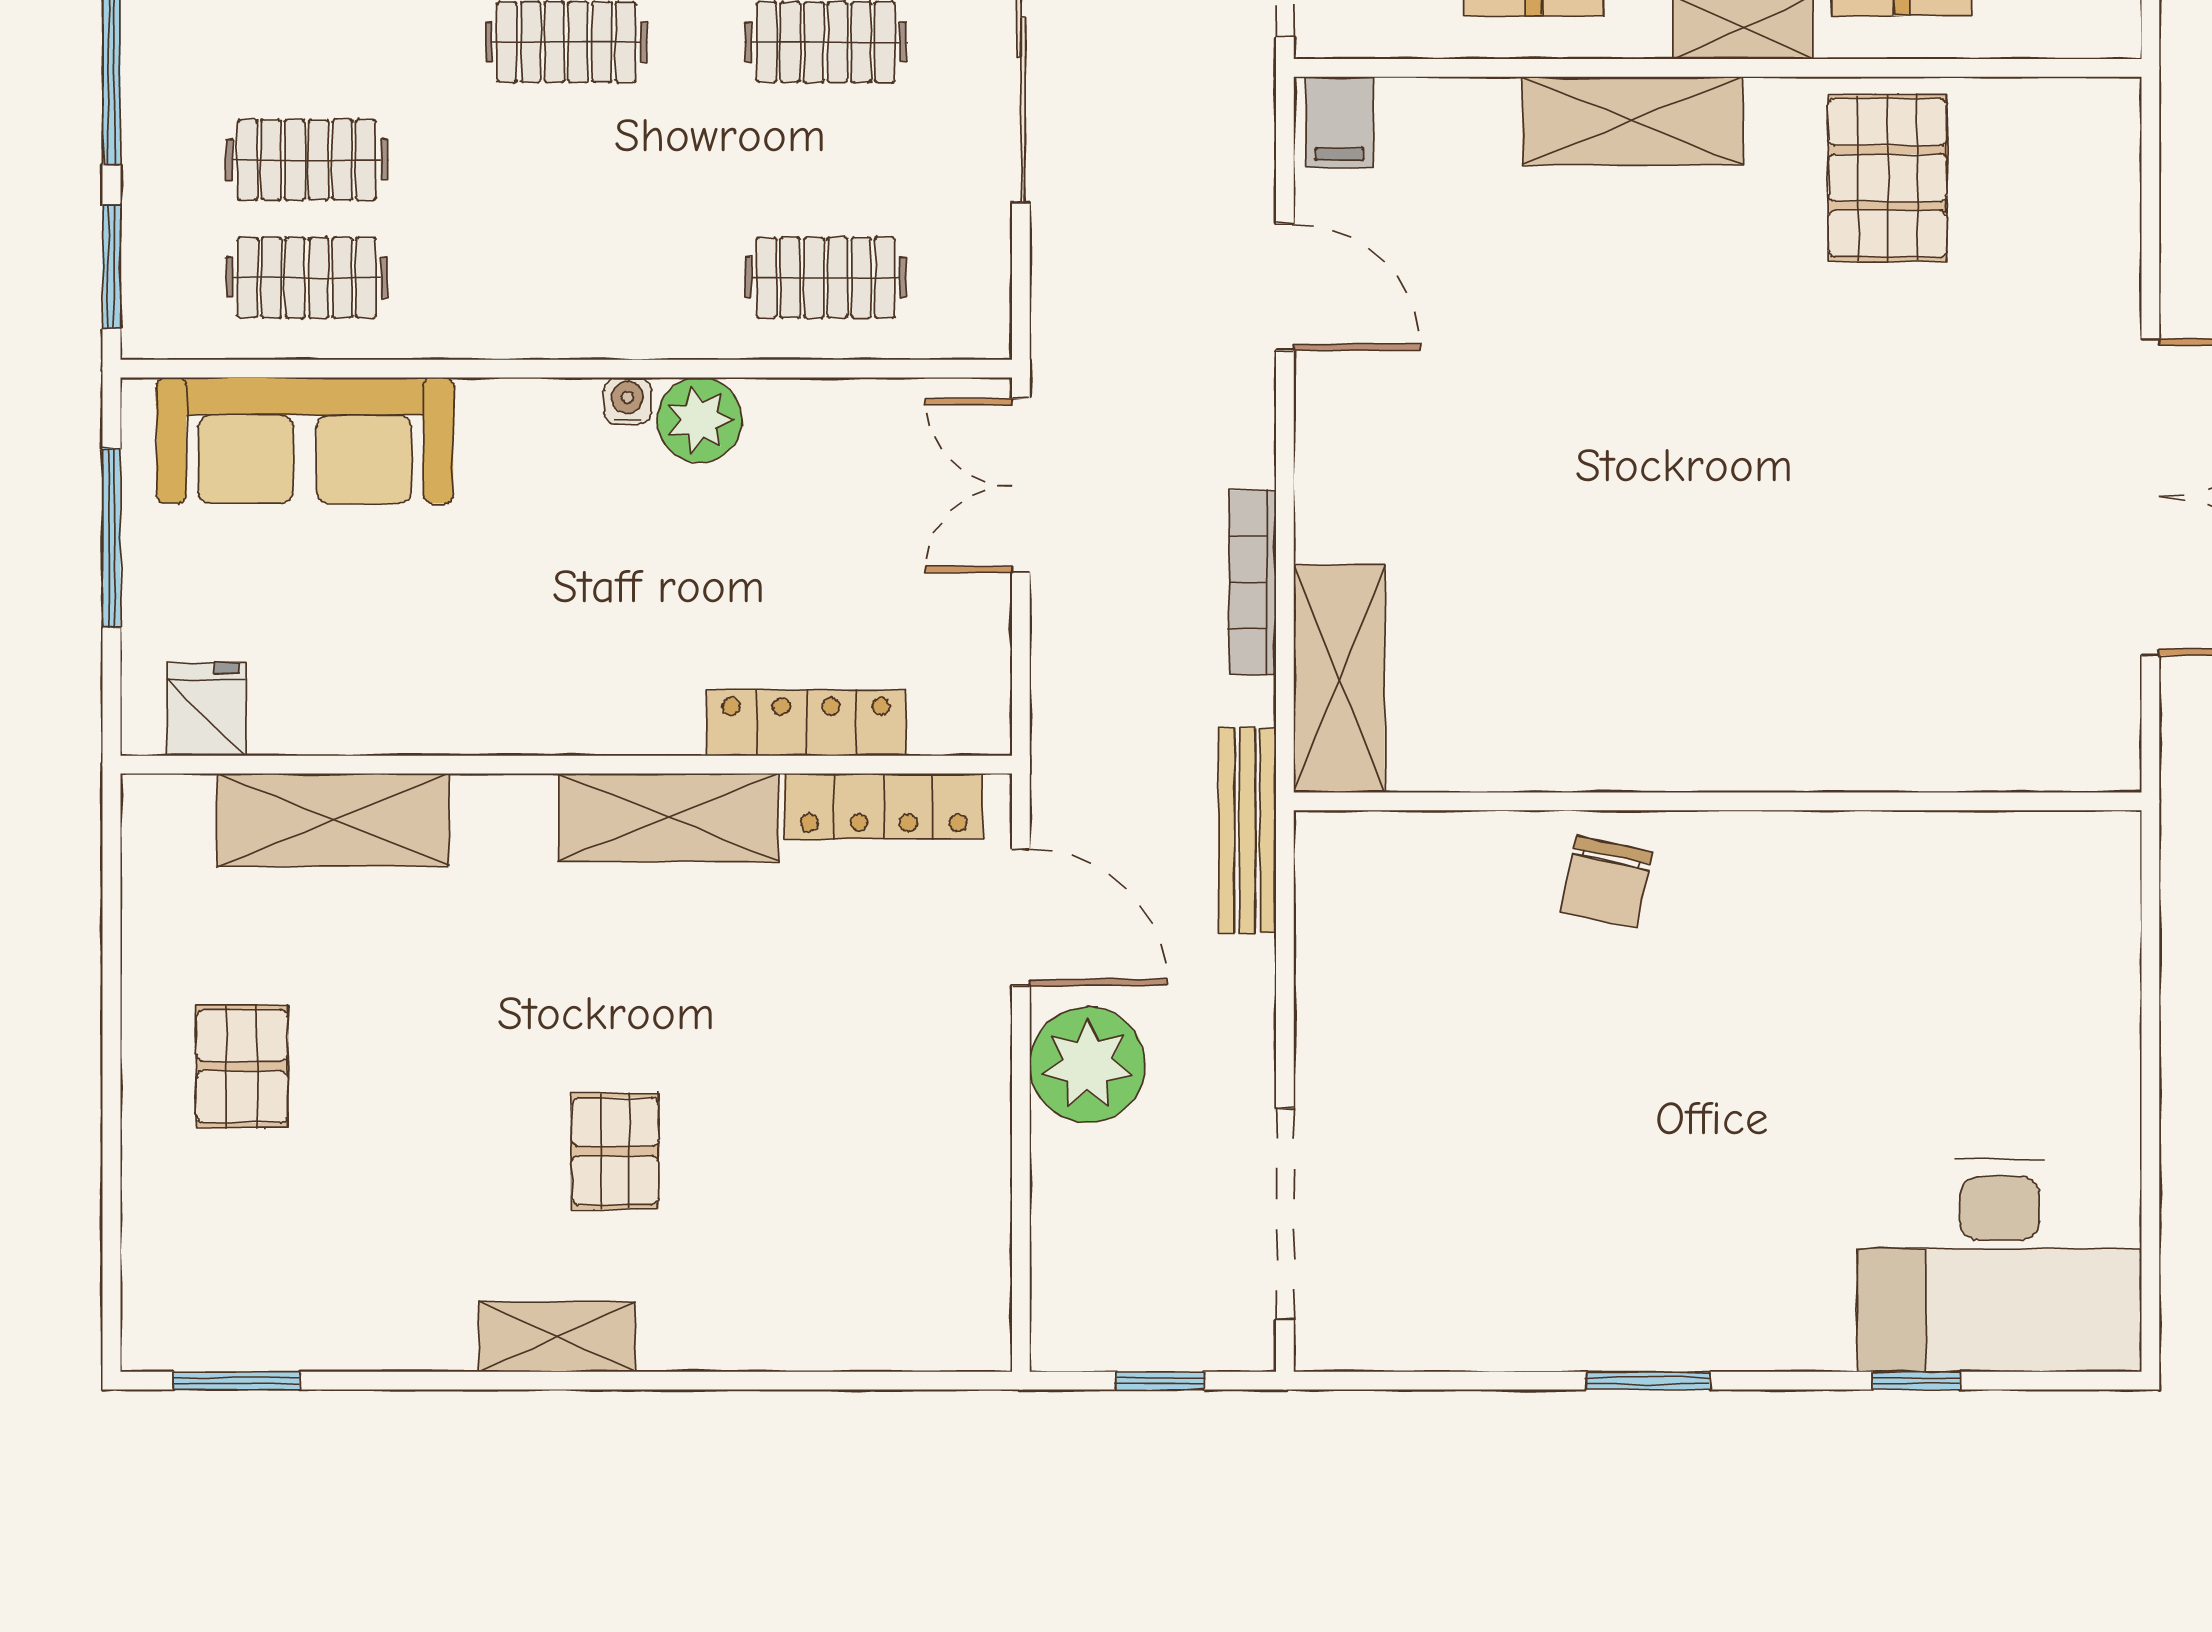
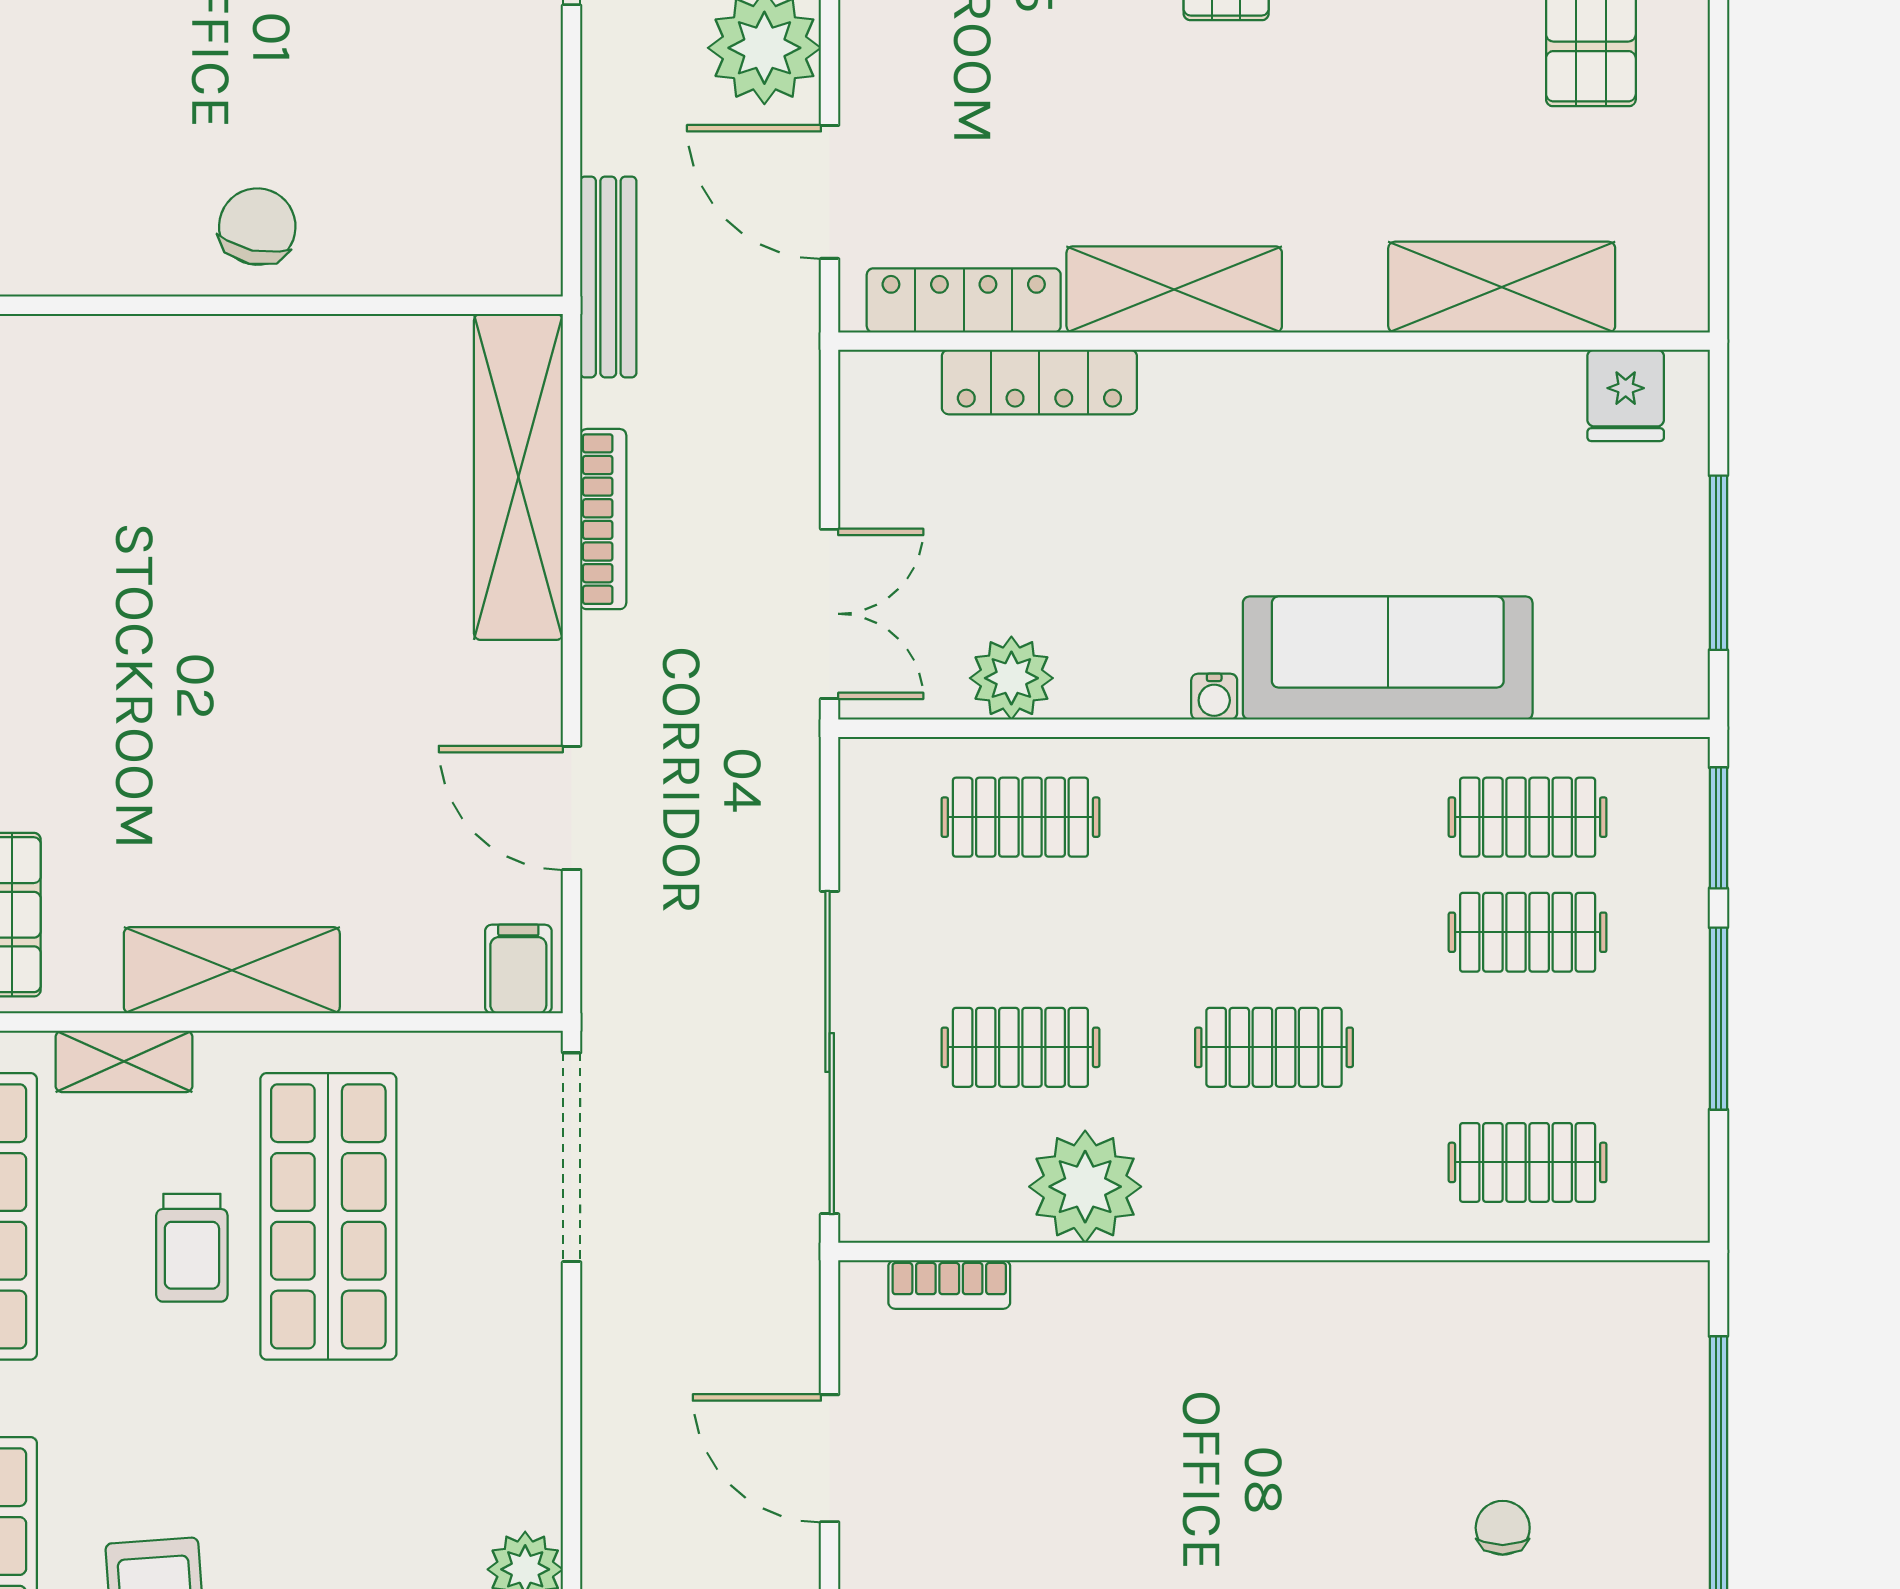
plant: (699, 420) -> (1011, 678), moved
sofa: (305, 440) -> (1388, 658), moved
shelving: (1339, 679) -> (518, 477), width x1.47

